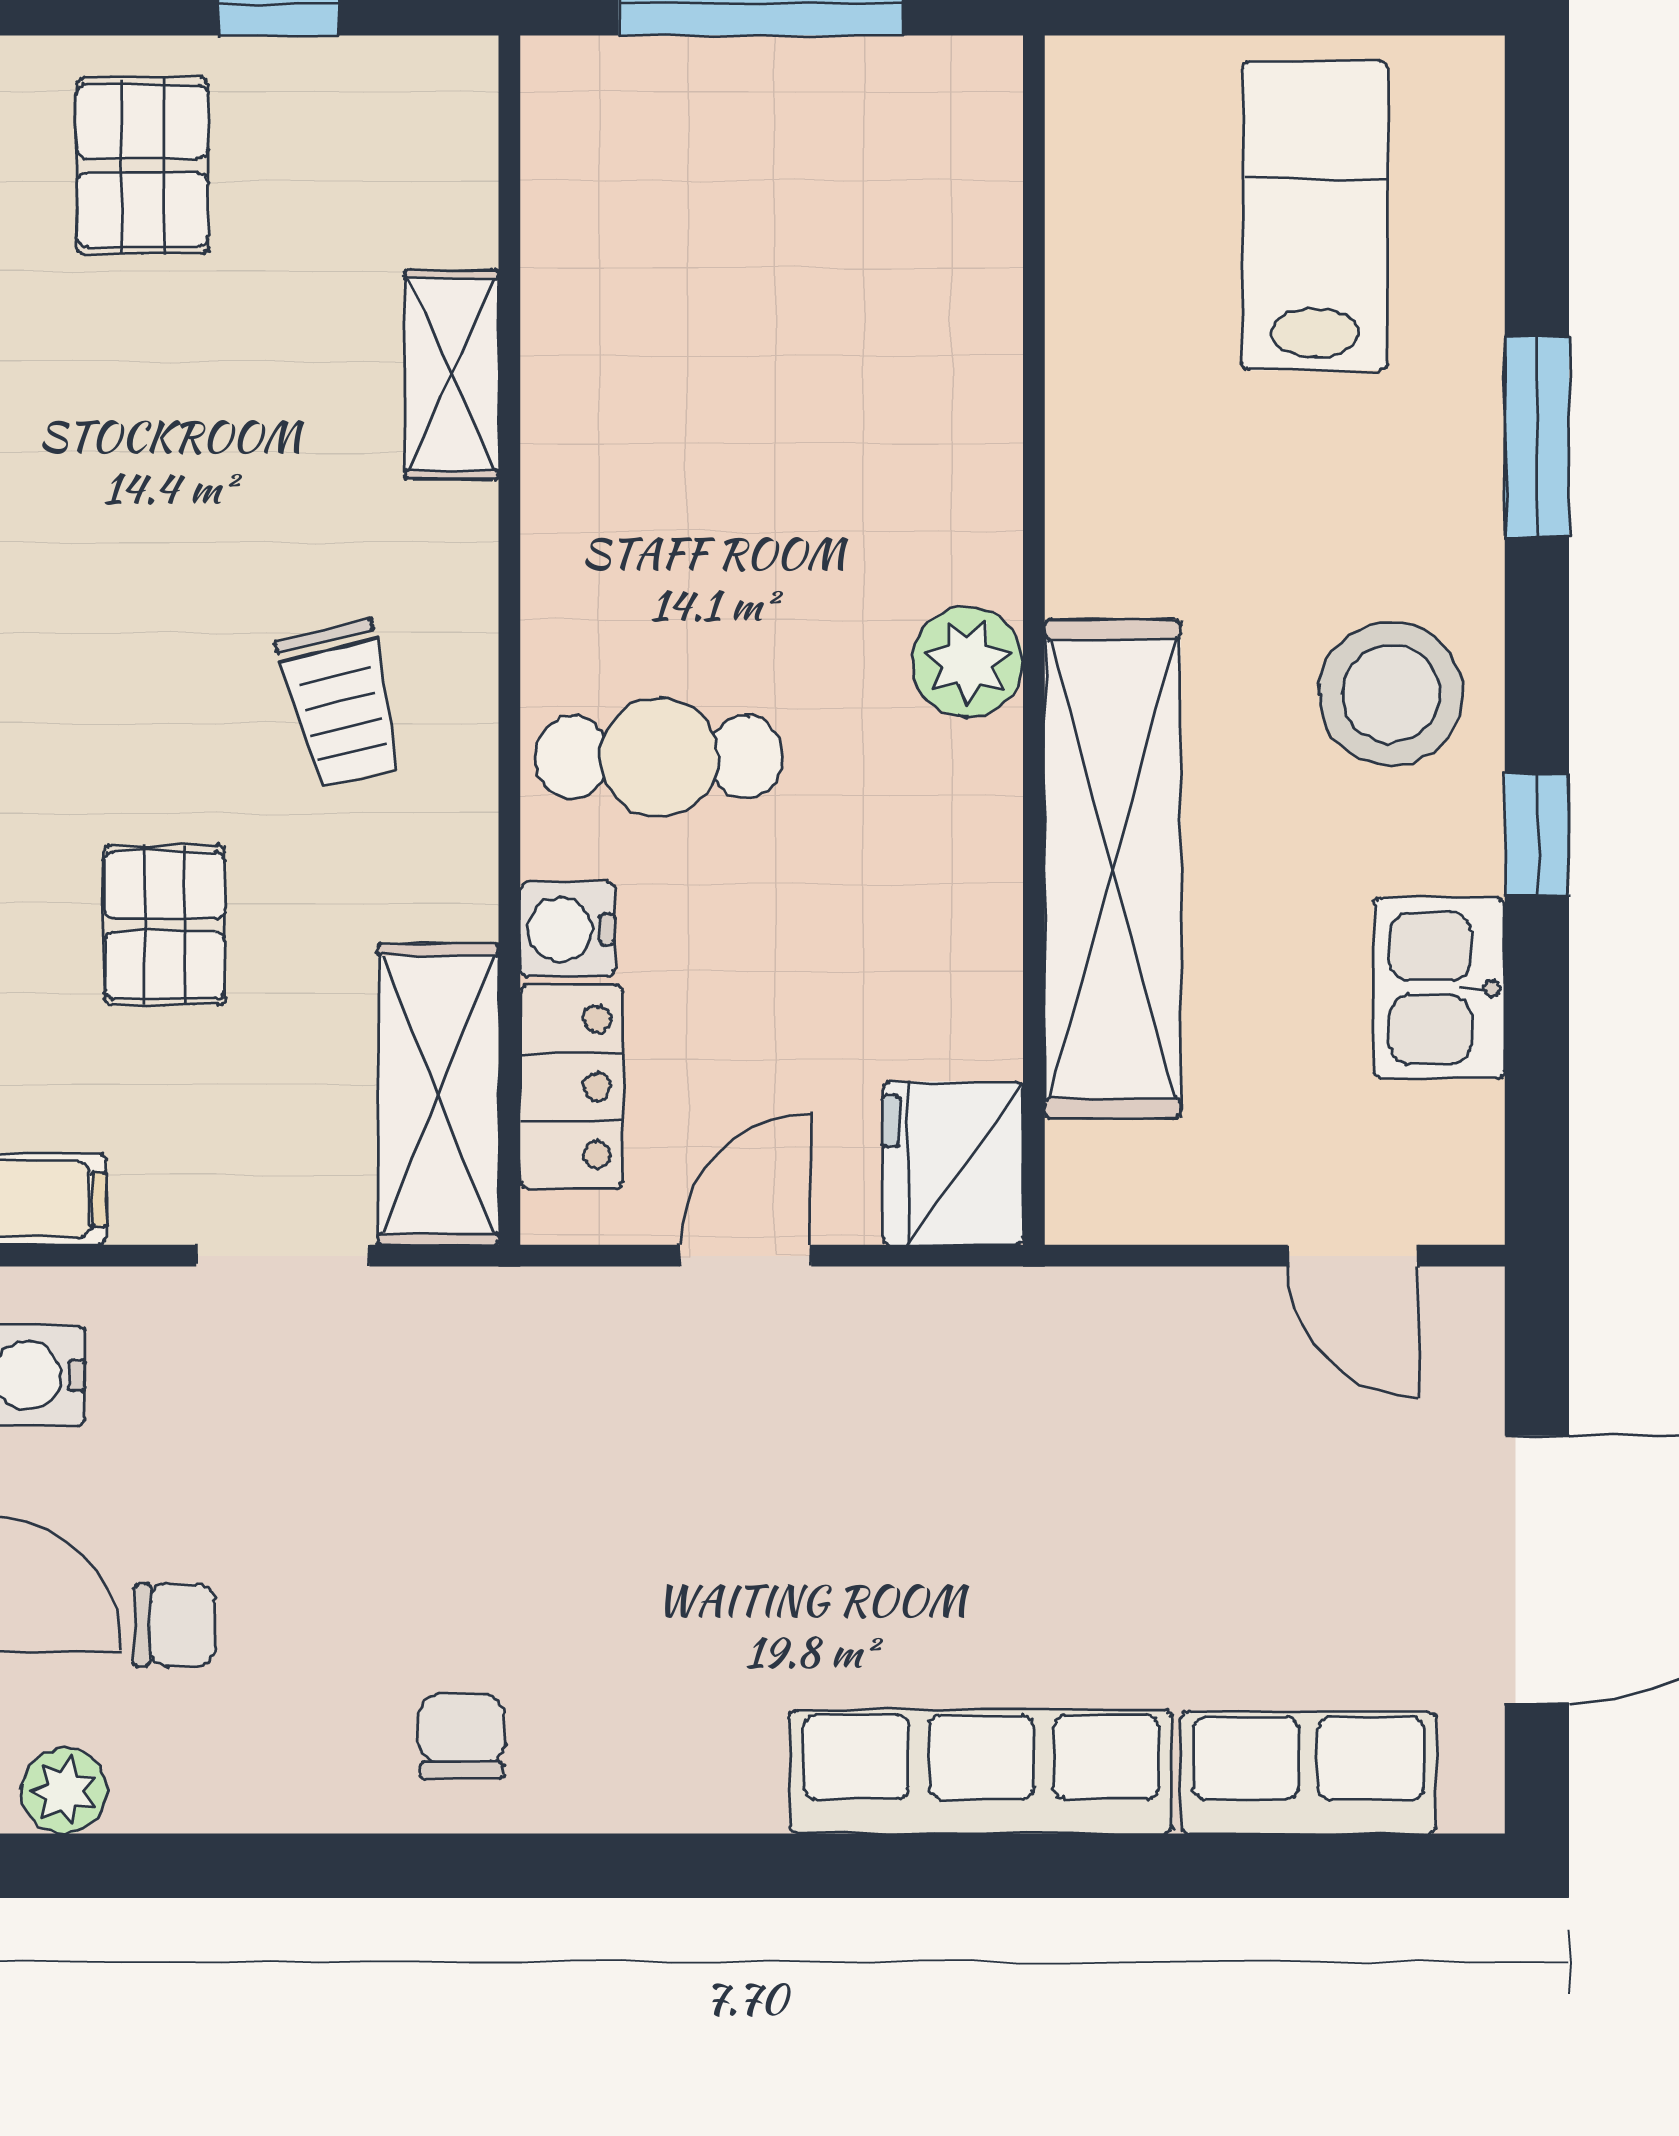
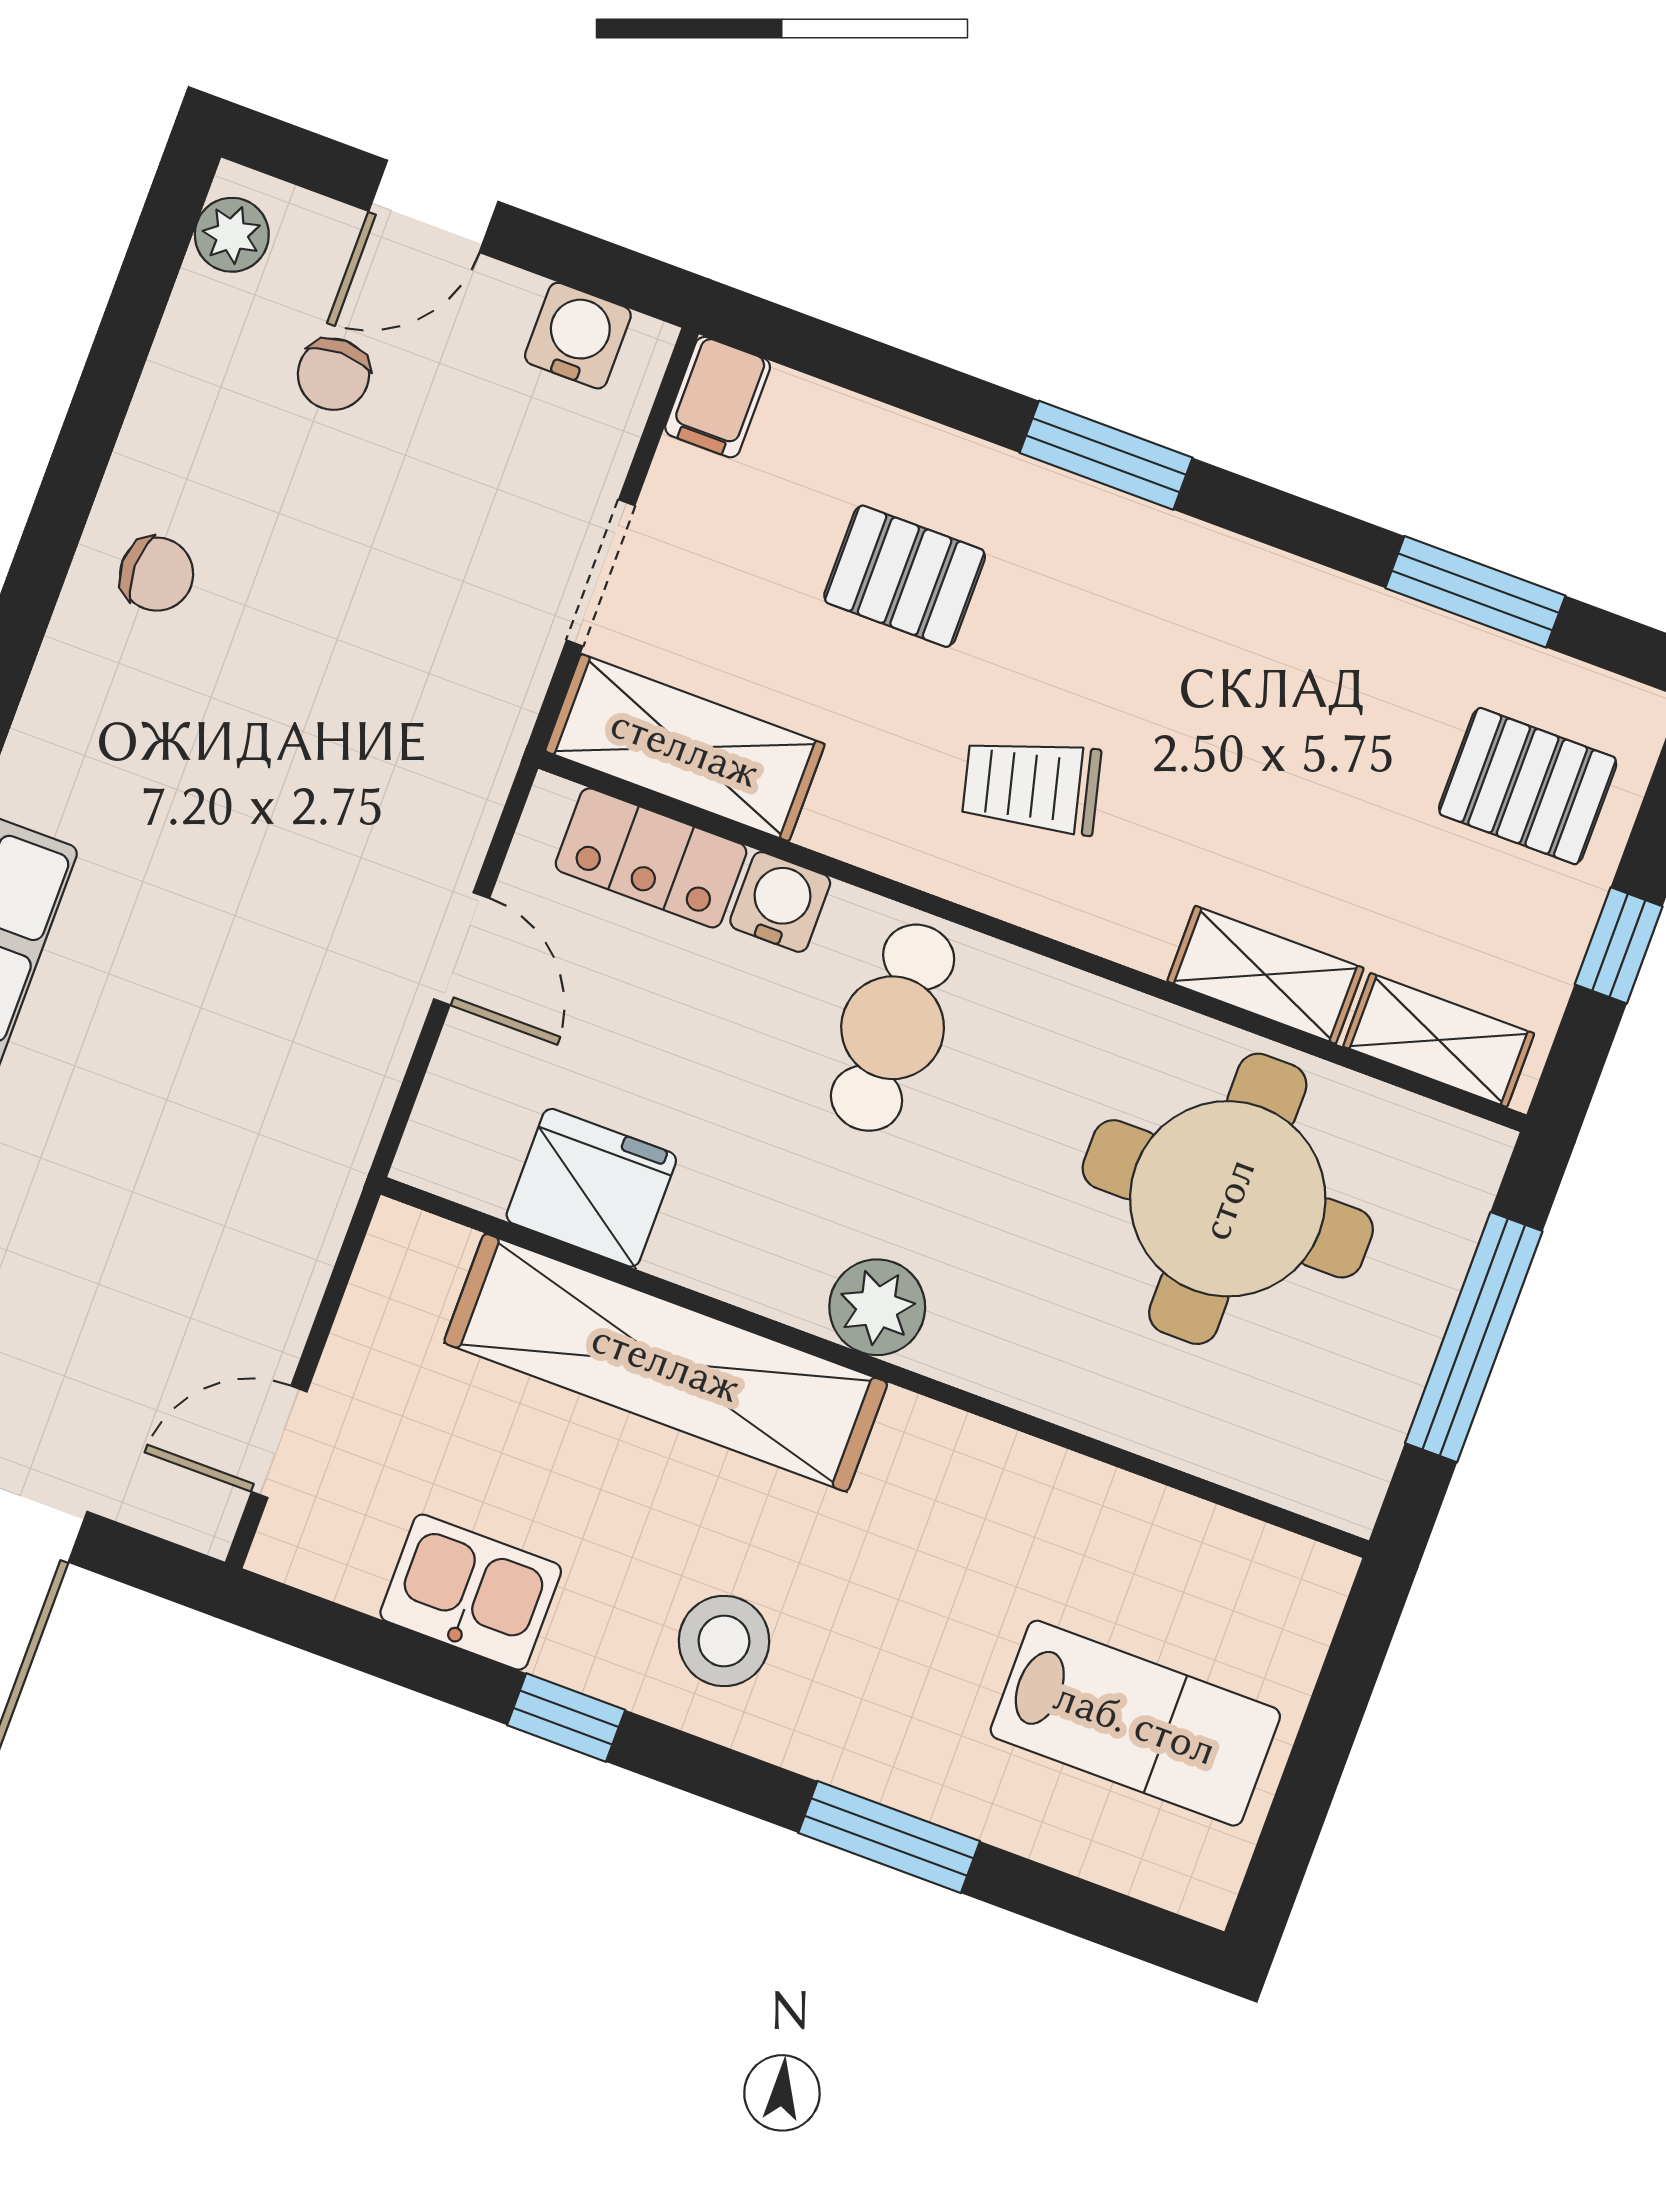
shelving: (453, 160) -> (1439, 1040), added
round table: (710, 325) -> (1228, 1199), added
stool: (1391, 694) -> (724, 1641), width x0.73, depth x0.73
fridge: (953, 1163) -> (591, 1188), moved

